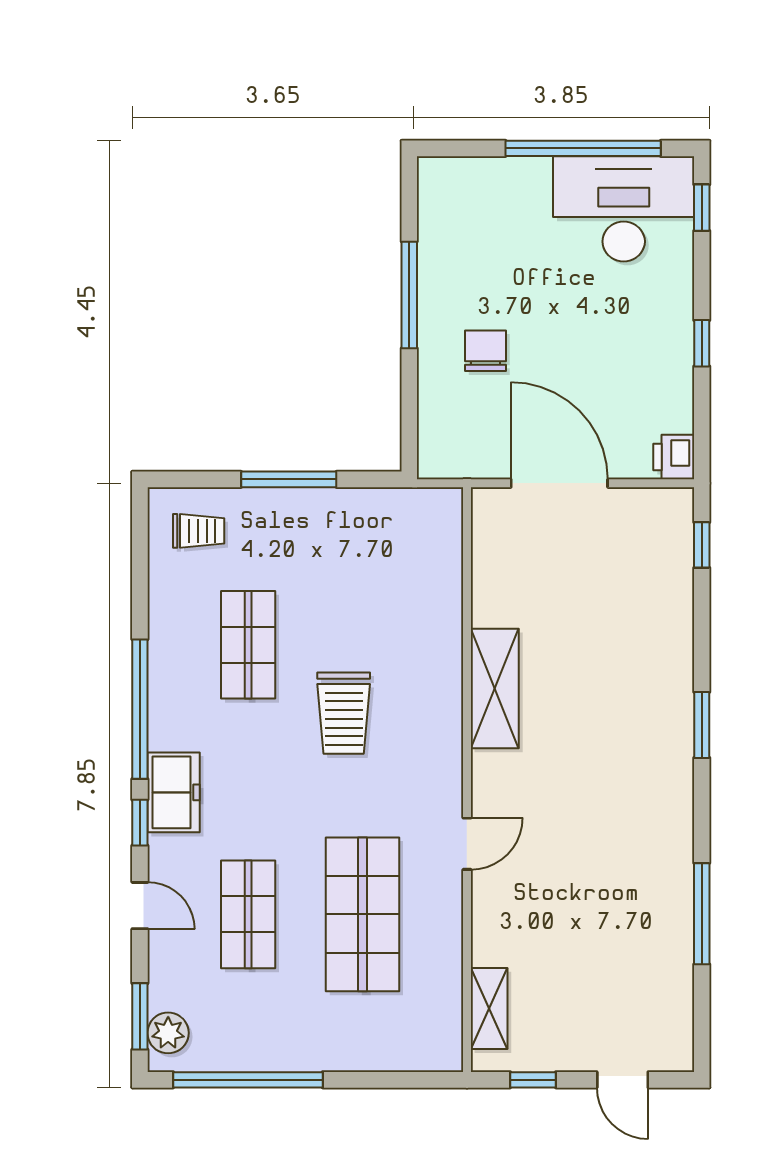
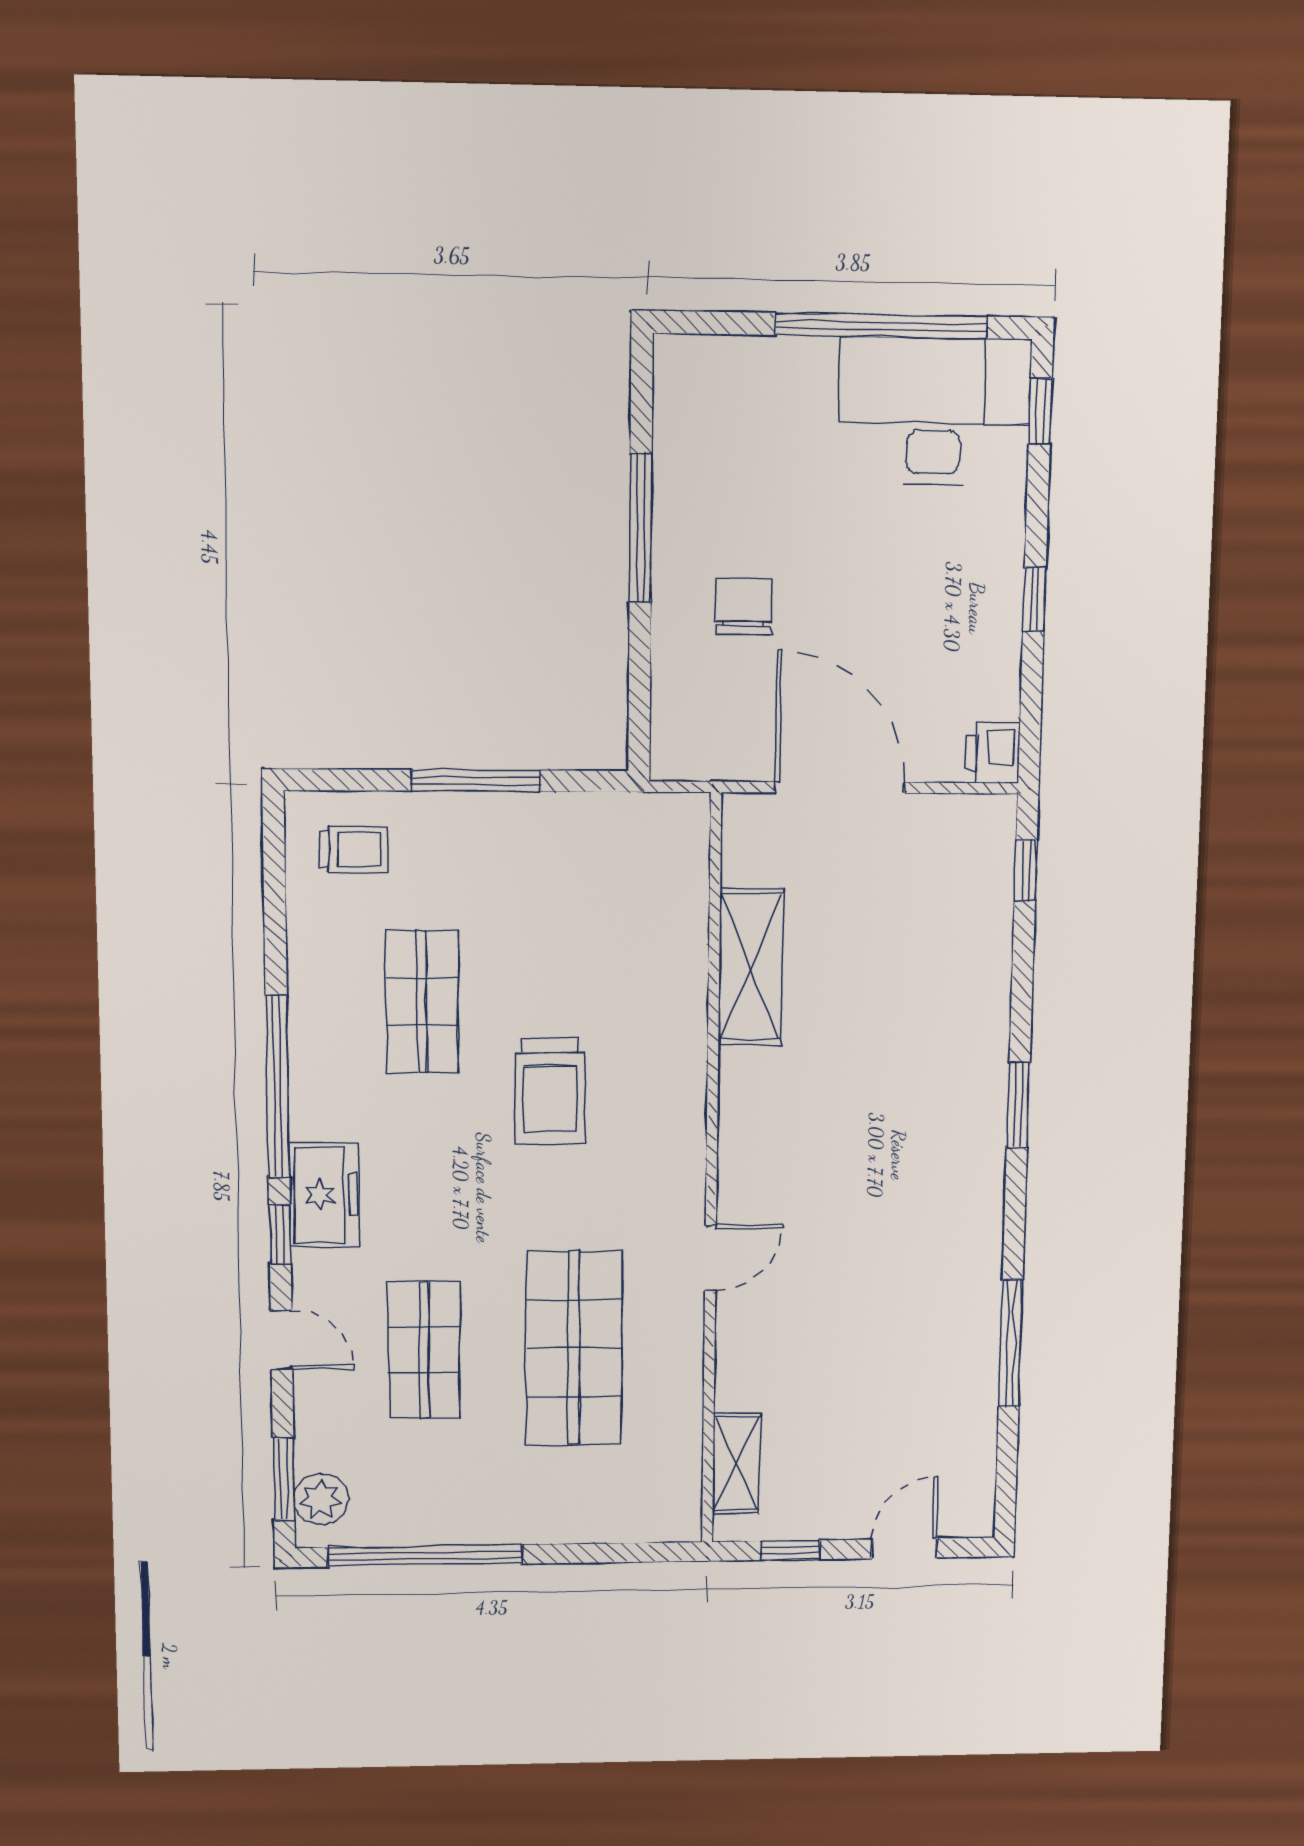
shelving: (495, 688) -> (751, 967), moved
door: (623, 1080) -> (904, 1548), swing flipped

